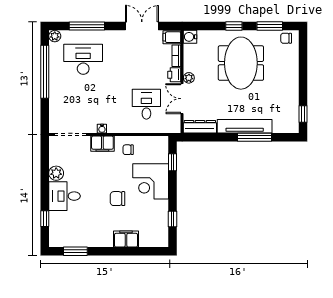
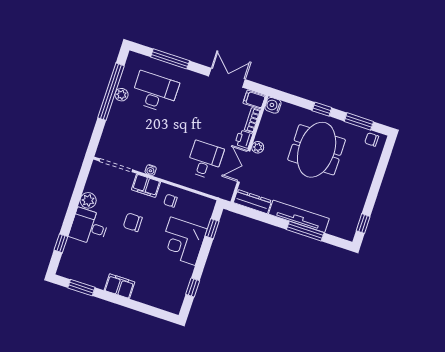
plant: (55, 36) -> (121, 95), moved
chair: (118, 199) -> (133, 222), moved
filing cabinet: (126, 239) -> (119, 286), moved

